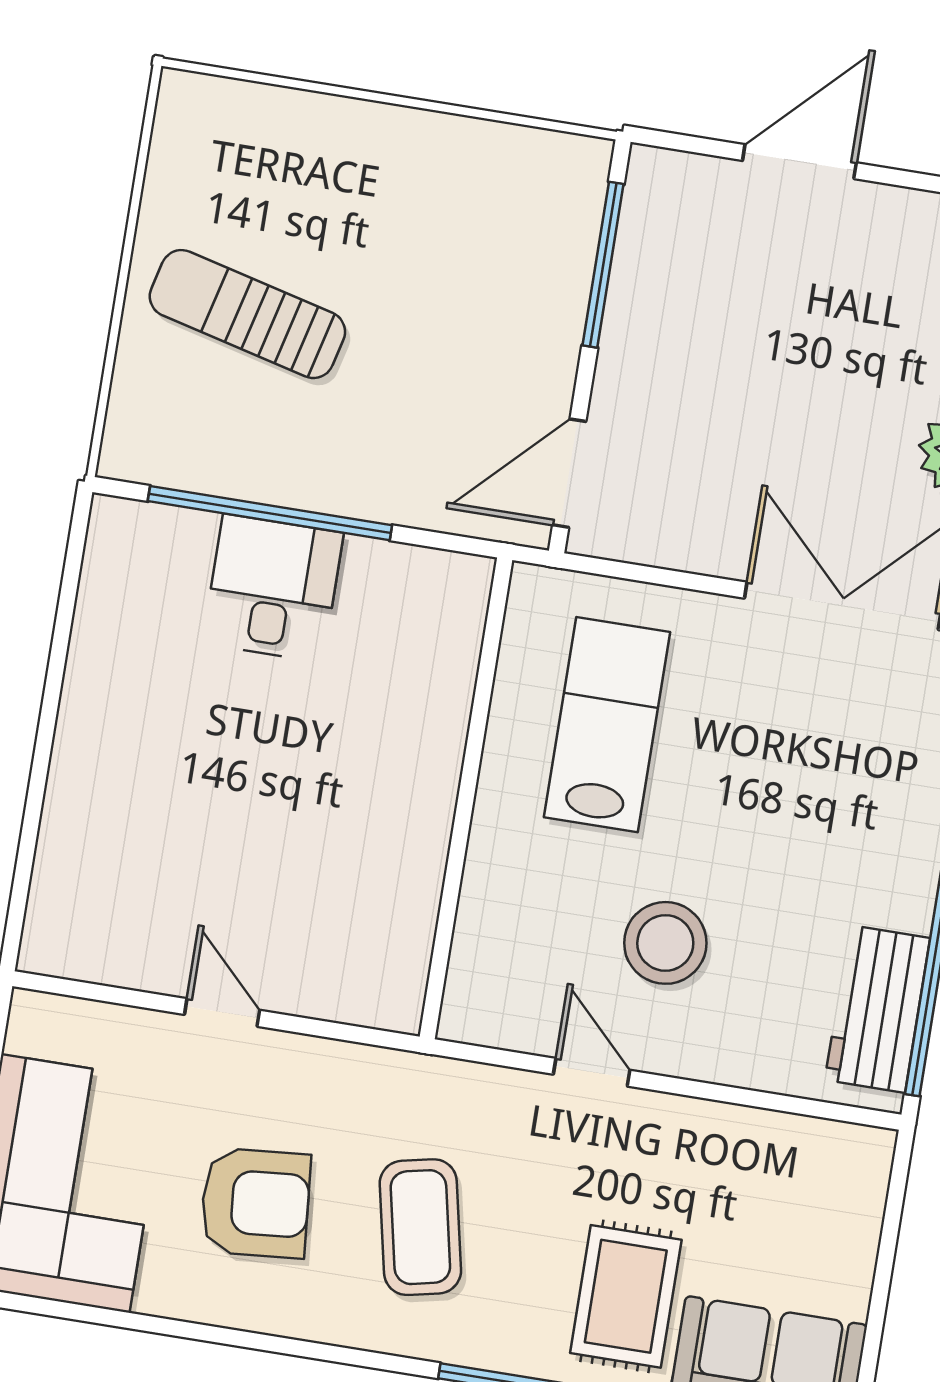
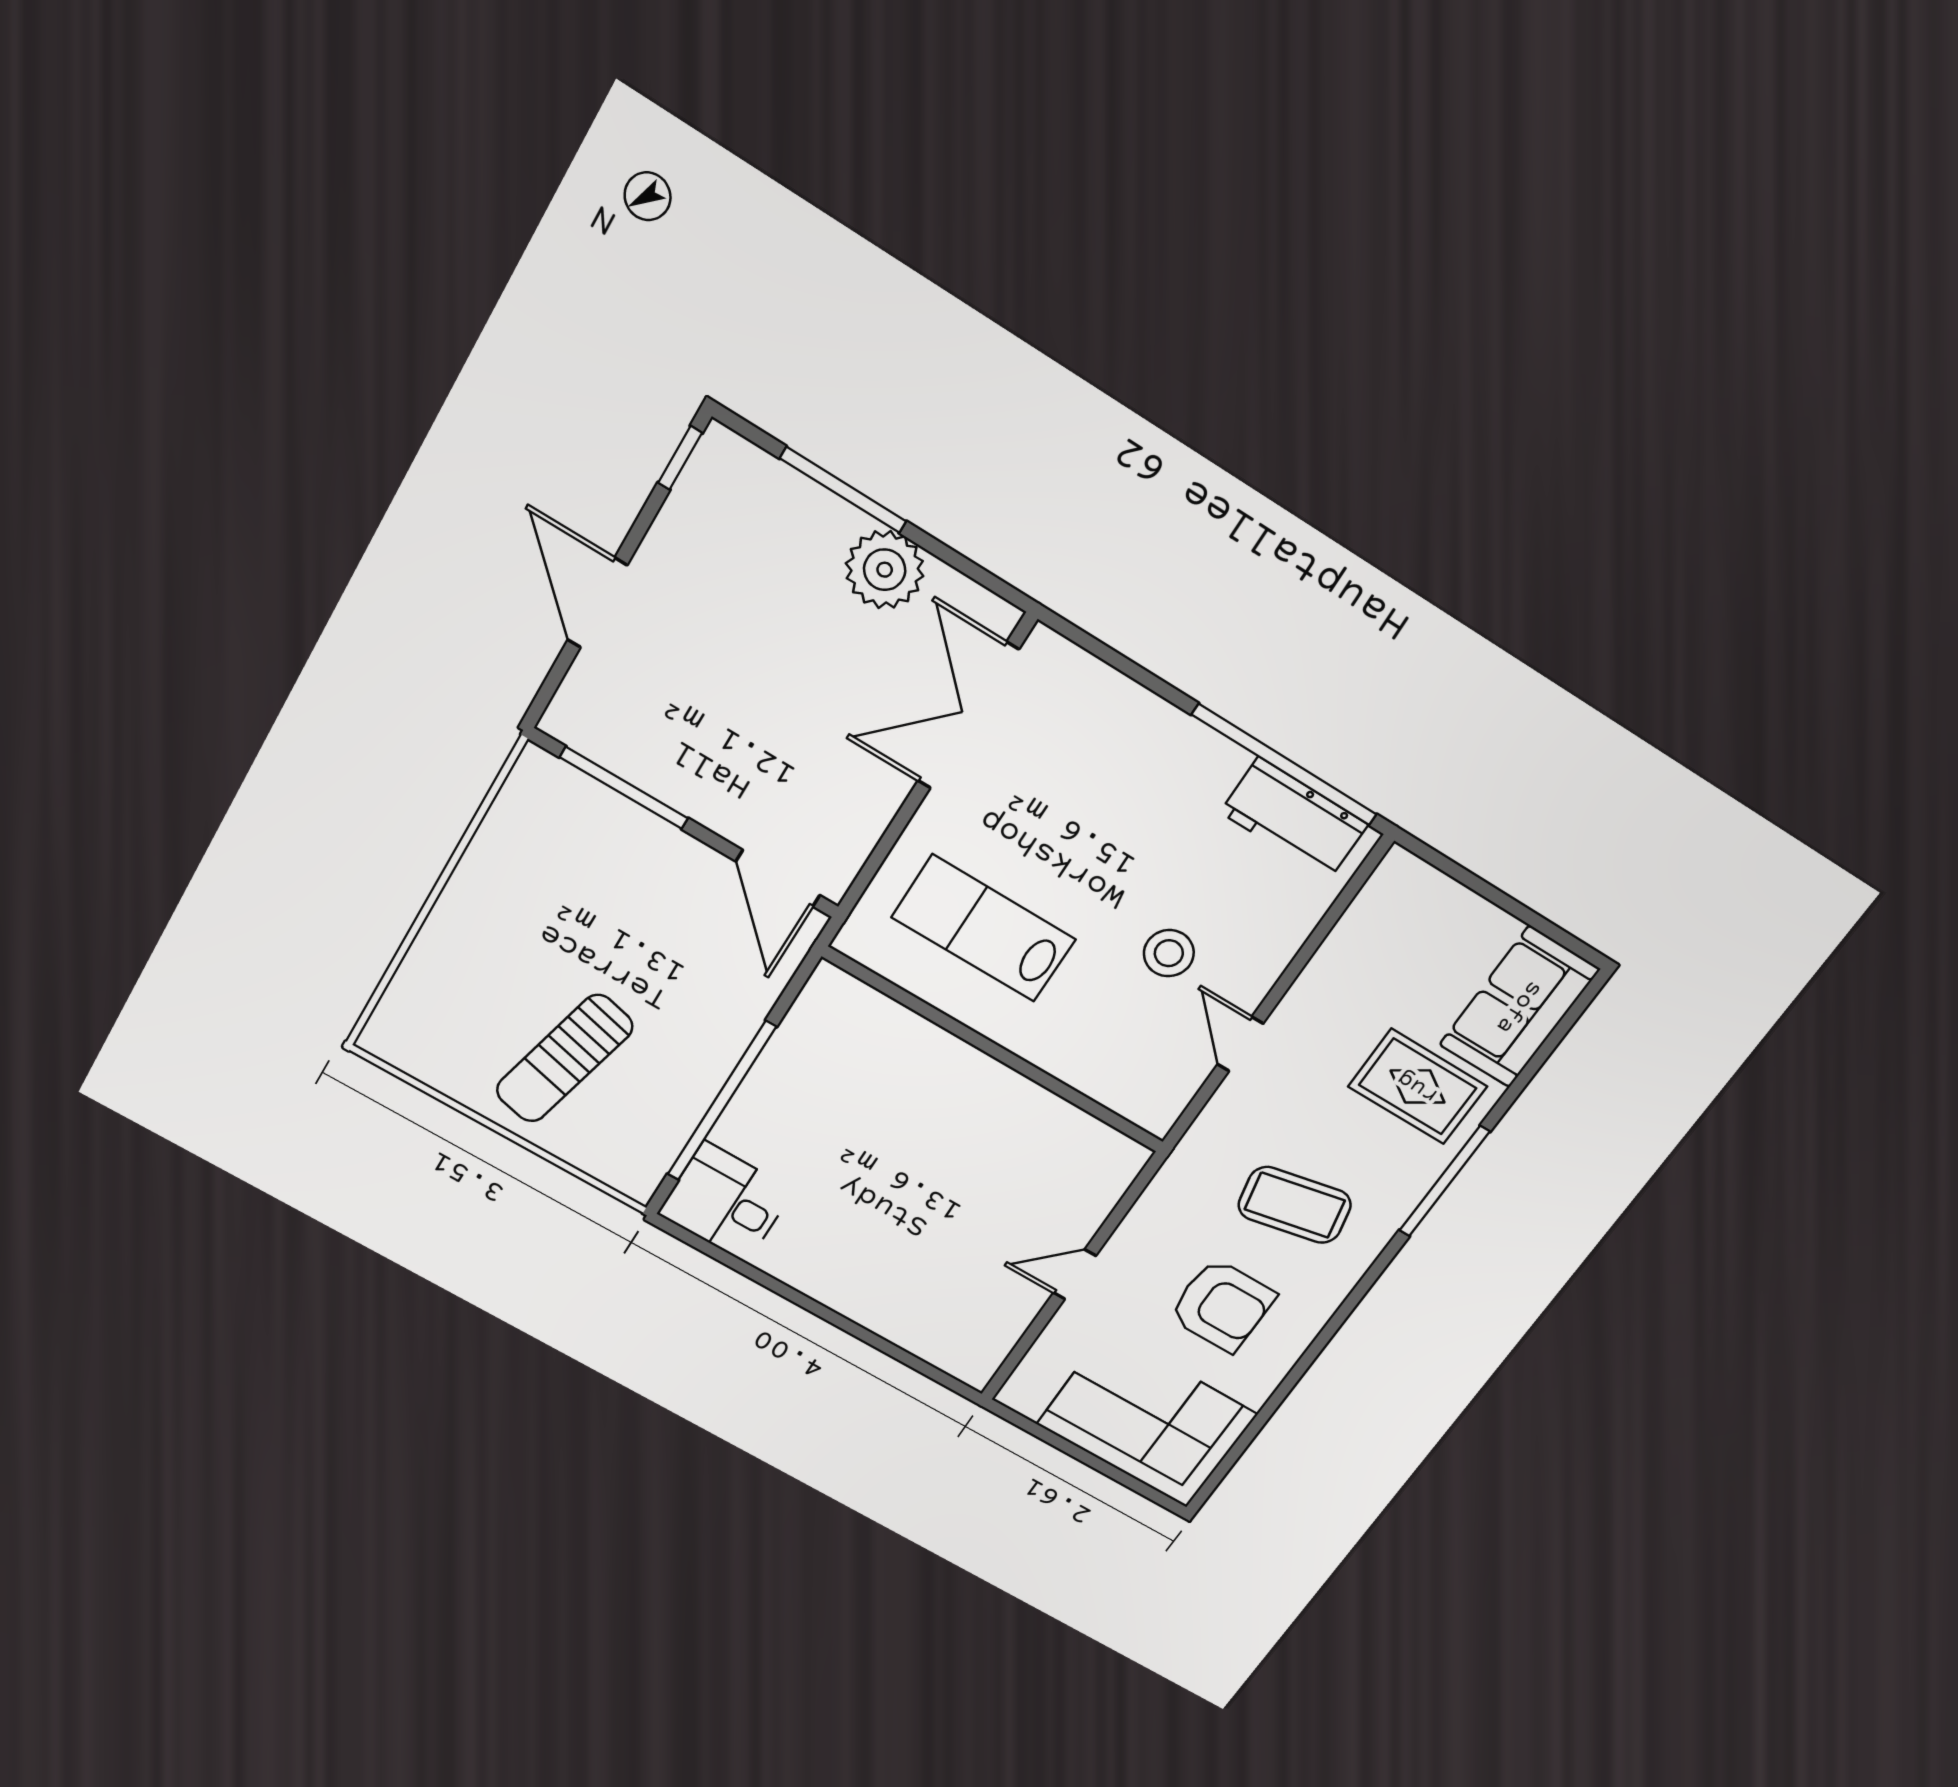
desk: (273, 588) -> (726, 1202), moved
stool: (665, 943) -> (1169, 953), width x0.73, depth x0.73
door: (592, 1072) -> (1240, 1044), hinge flipped
armchair: (255, 1203) -> (1222, 1305), turned 95

